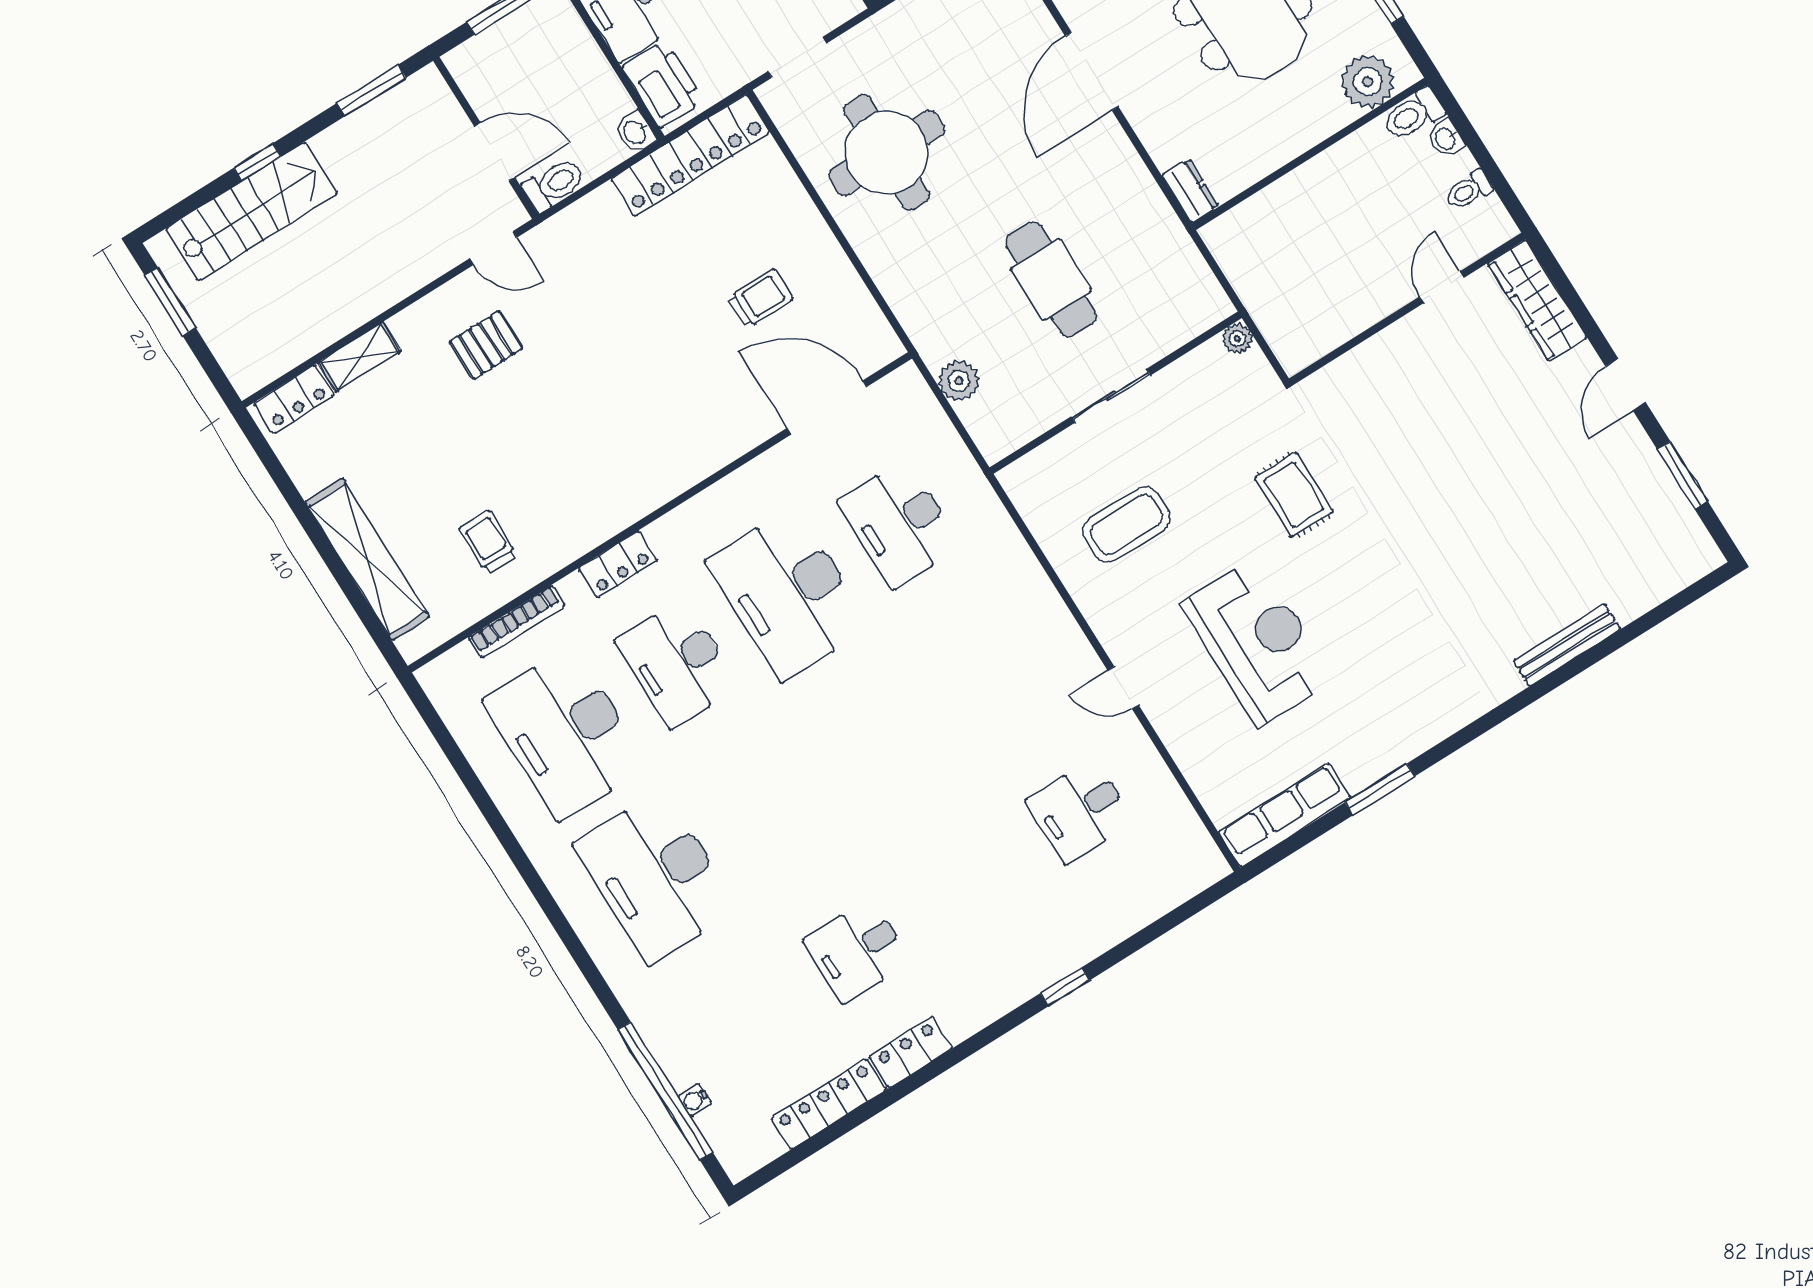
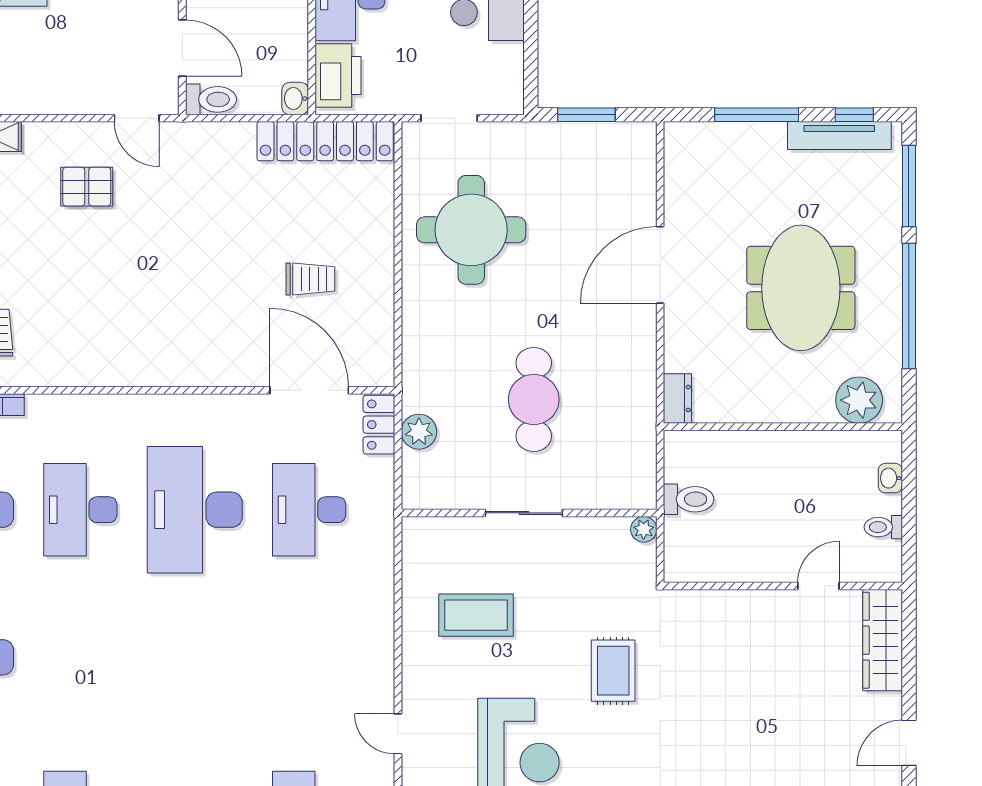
toilet: (1413, 114) -> (689, 499), moved, turned 180
locker: (618, 564) -> (379, 425), moved, turned 90

